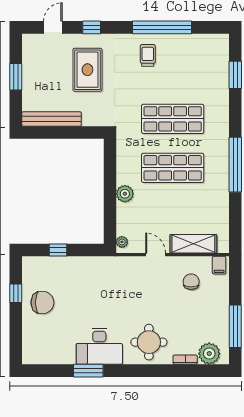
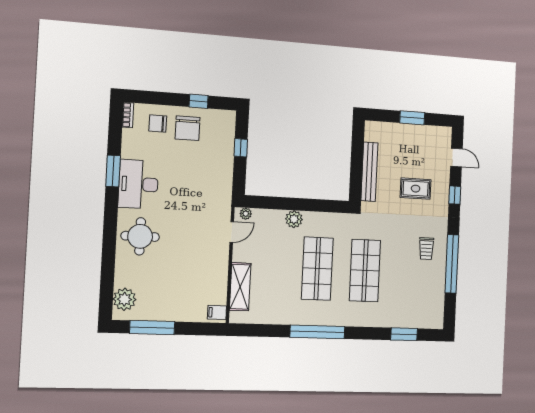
trolley: (148, 55) -> (426, 249), turned 90
rug: (87, 70) -> (416, 189), width x0.73, depth x0.70
bench: (52, 119) -> (369, 172), moved
door: (156, 255) -> (232, 232), moved
chair: (191, 282) -> (158, 124), moved, turned 180
bookcase: (185, 360) -> (128, 115), moved

